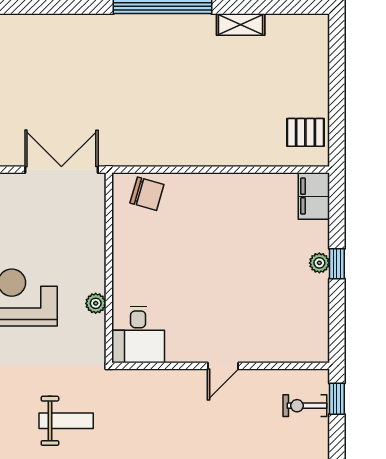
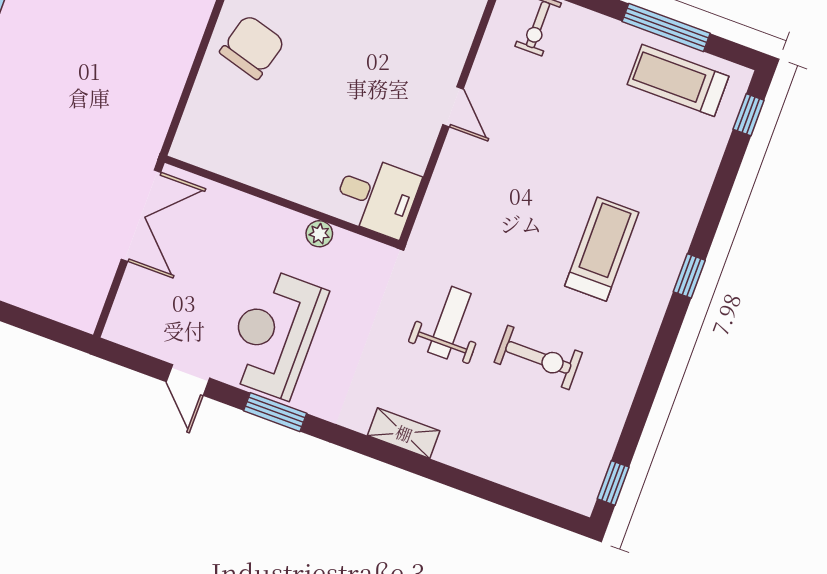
double door: (61, 170) -> (141, 216), swing flipped
chair: (147, 194) -> (252, 47), moved, width x1.37, depth x1.37

